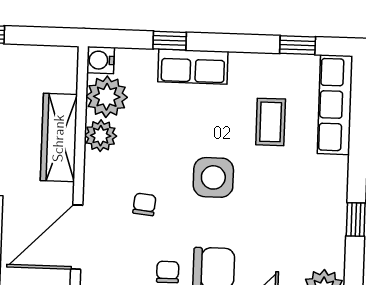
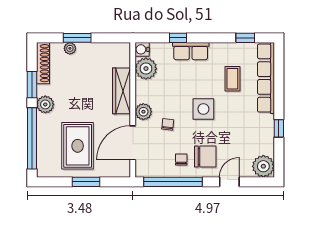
row of seats: (335, 105) -> (266, 78), width x1.36
plant: (101, 136) -> (143, 112), moved

